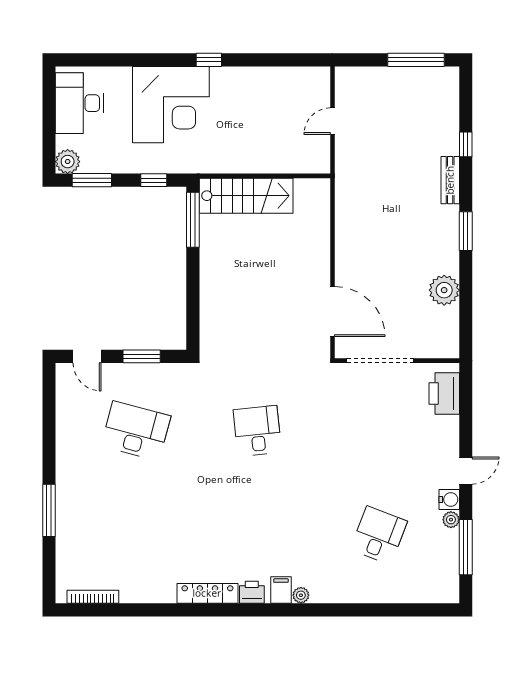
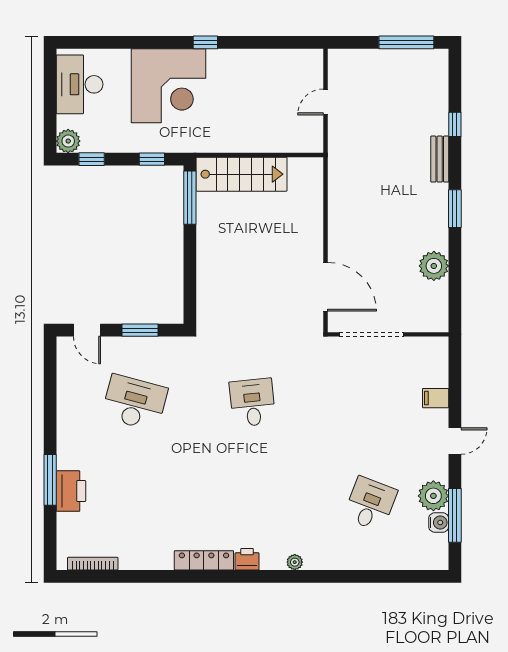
window: (92, 180) -> (92, 159), width x0.67
printer: (444, 394) -> (71, 491), moved, turned 180
water cooler: (449, 499) -> (439, 522), moved
plant: (451, 520) -> (433, 496), width x1.87, depth x1.87
filing cabinet: (281, 590) -> (436, 398), moved, turned -90

